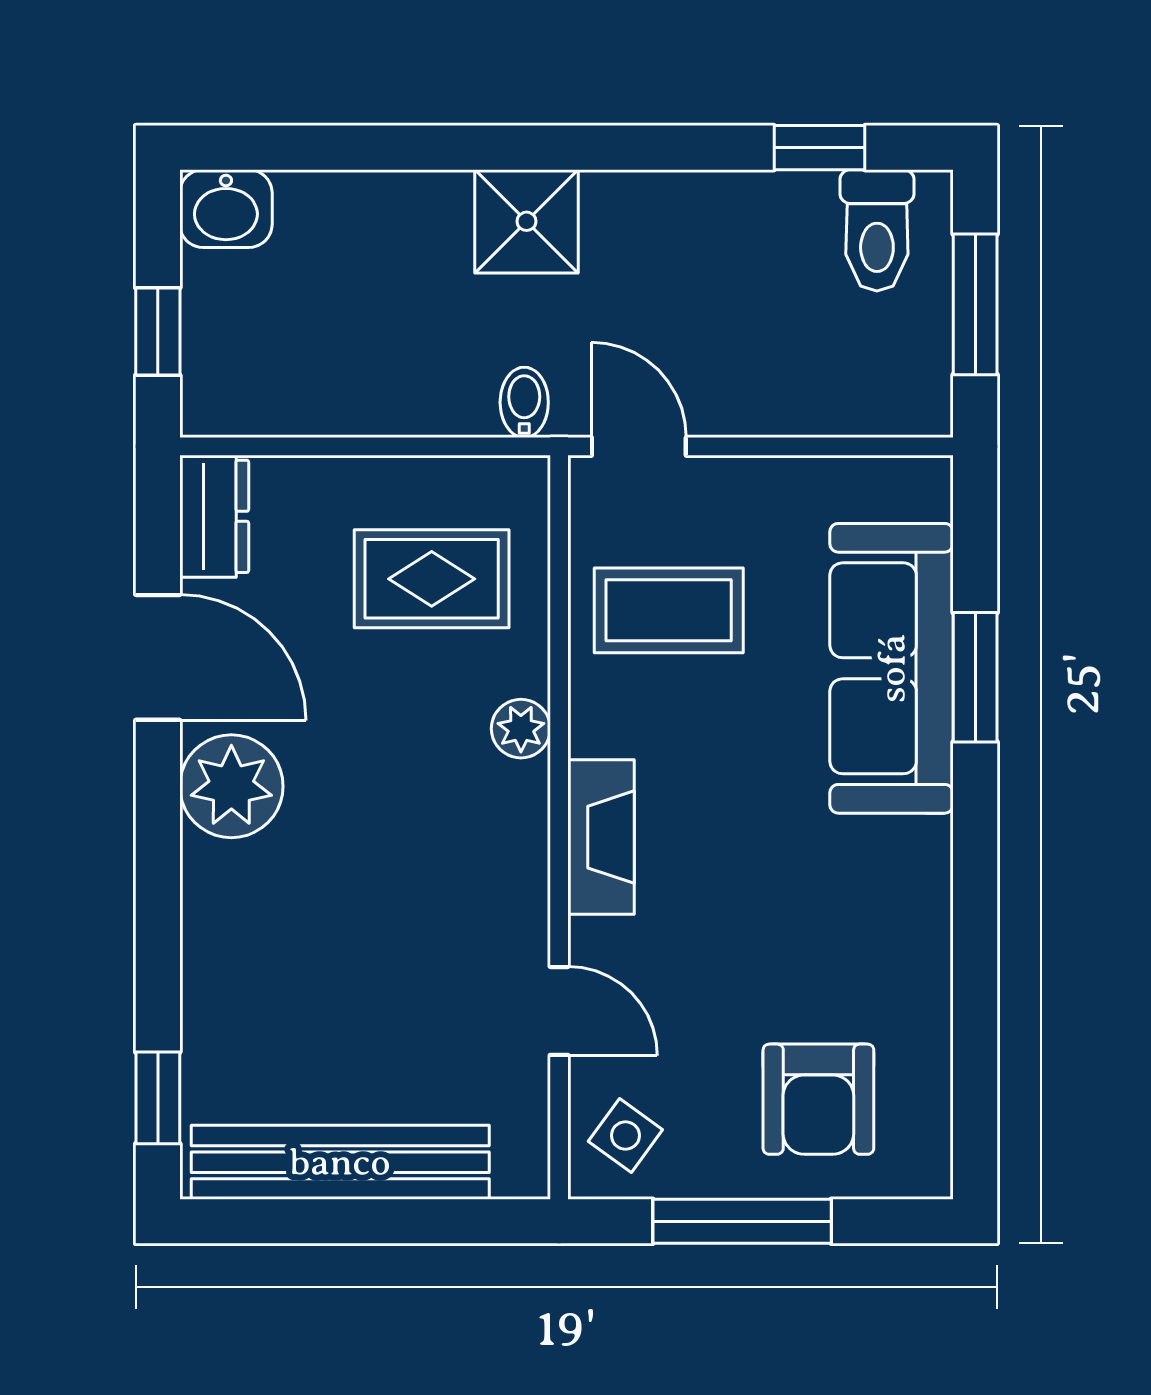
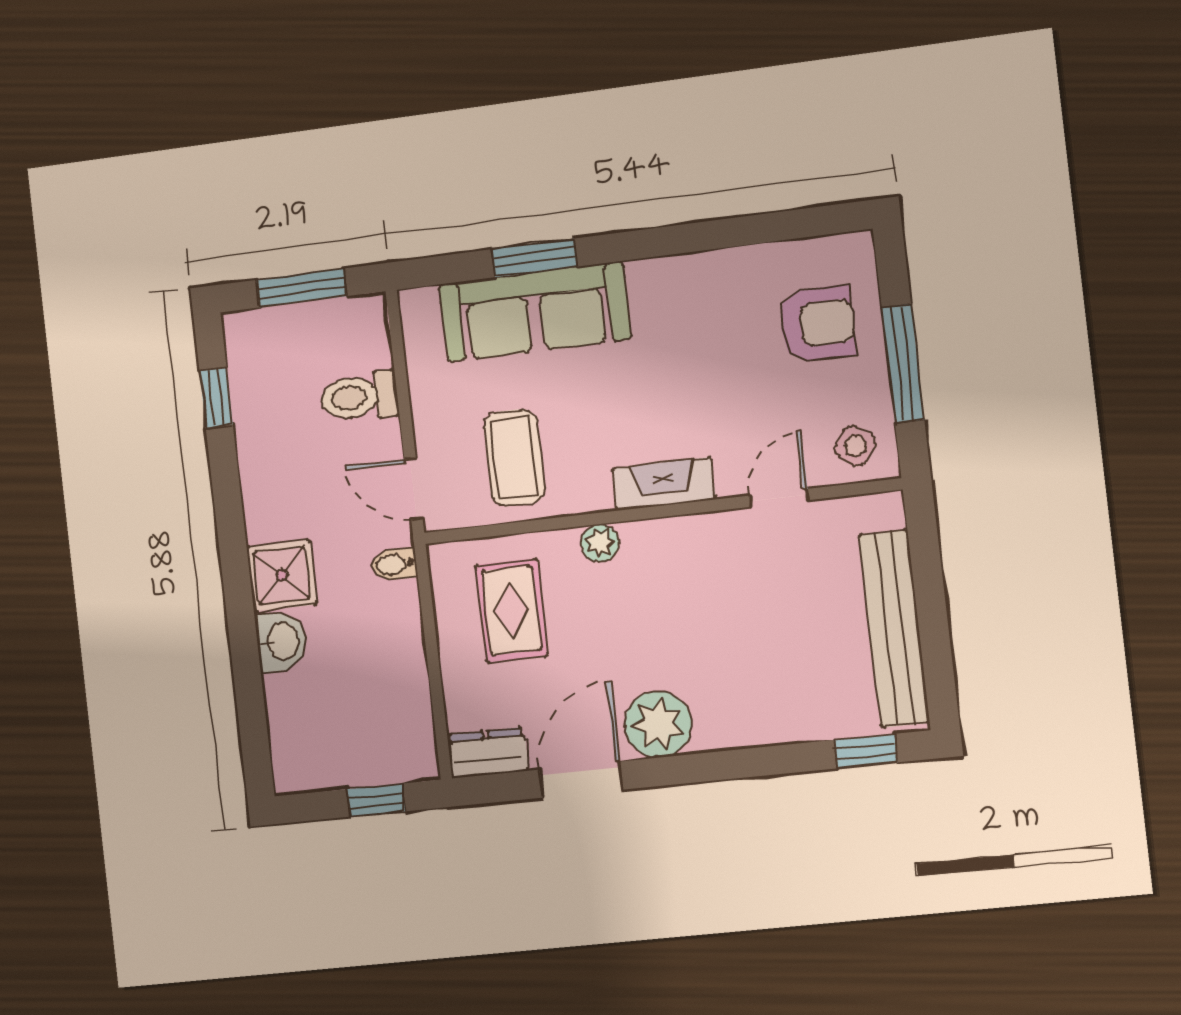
washbasin: (226, 209) -> (281, 641), moved
toilet: (877, 230) -> (359, 397), moved, turned 180
door: (639, 446) -> (413, 489), hinge flipped

